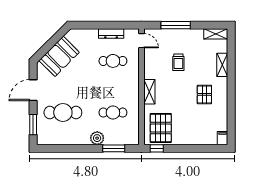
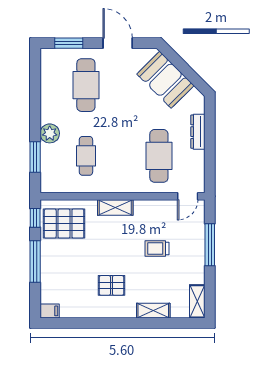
dresser: (111, 33) -> (198, 132), moved
cafe table: (113, 61) -> (159, 156), width x1.37, depth x1.35
window: (188, 148) -> (35, 261), added

